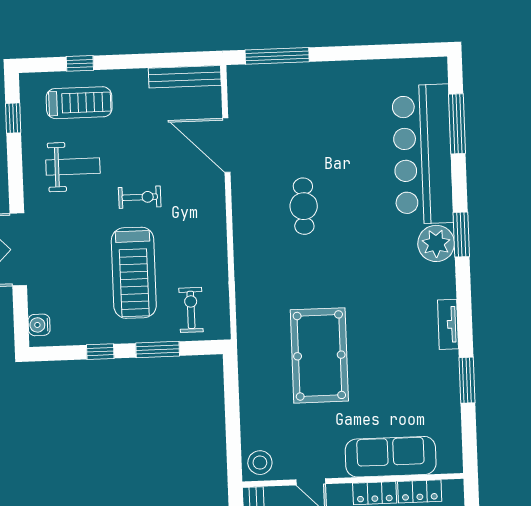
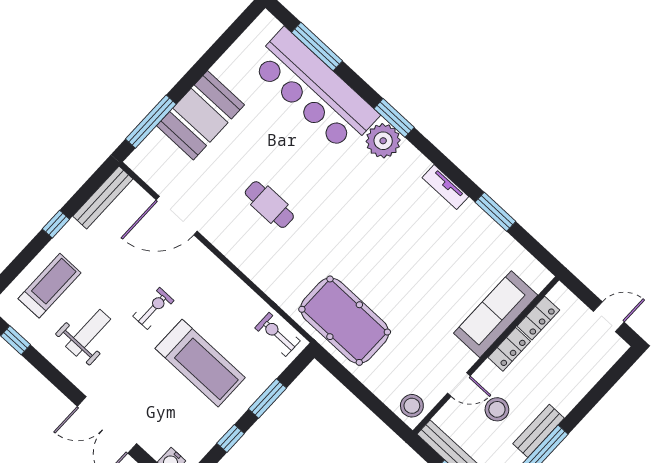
window: (80, 63) -> (56, 224), moved
booth: (319, 88) -> (200, 115), added
exercise bike: (191, 310) -> (277, 334), moved
pool table: (319, 355) -> (345, 321), moved

